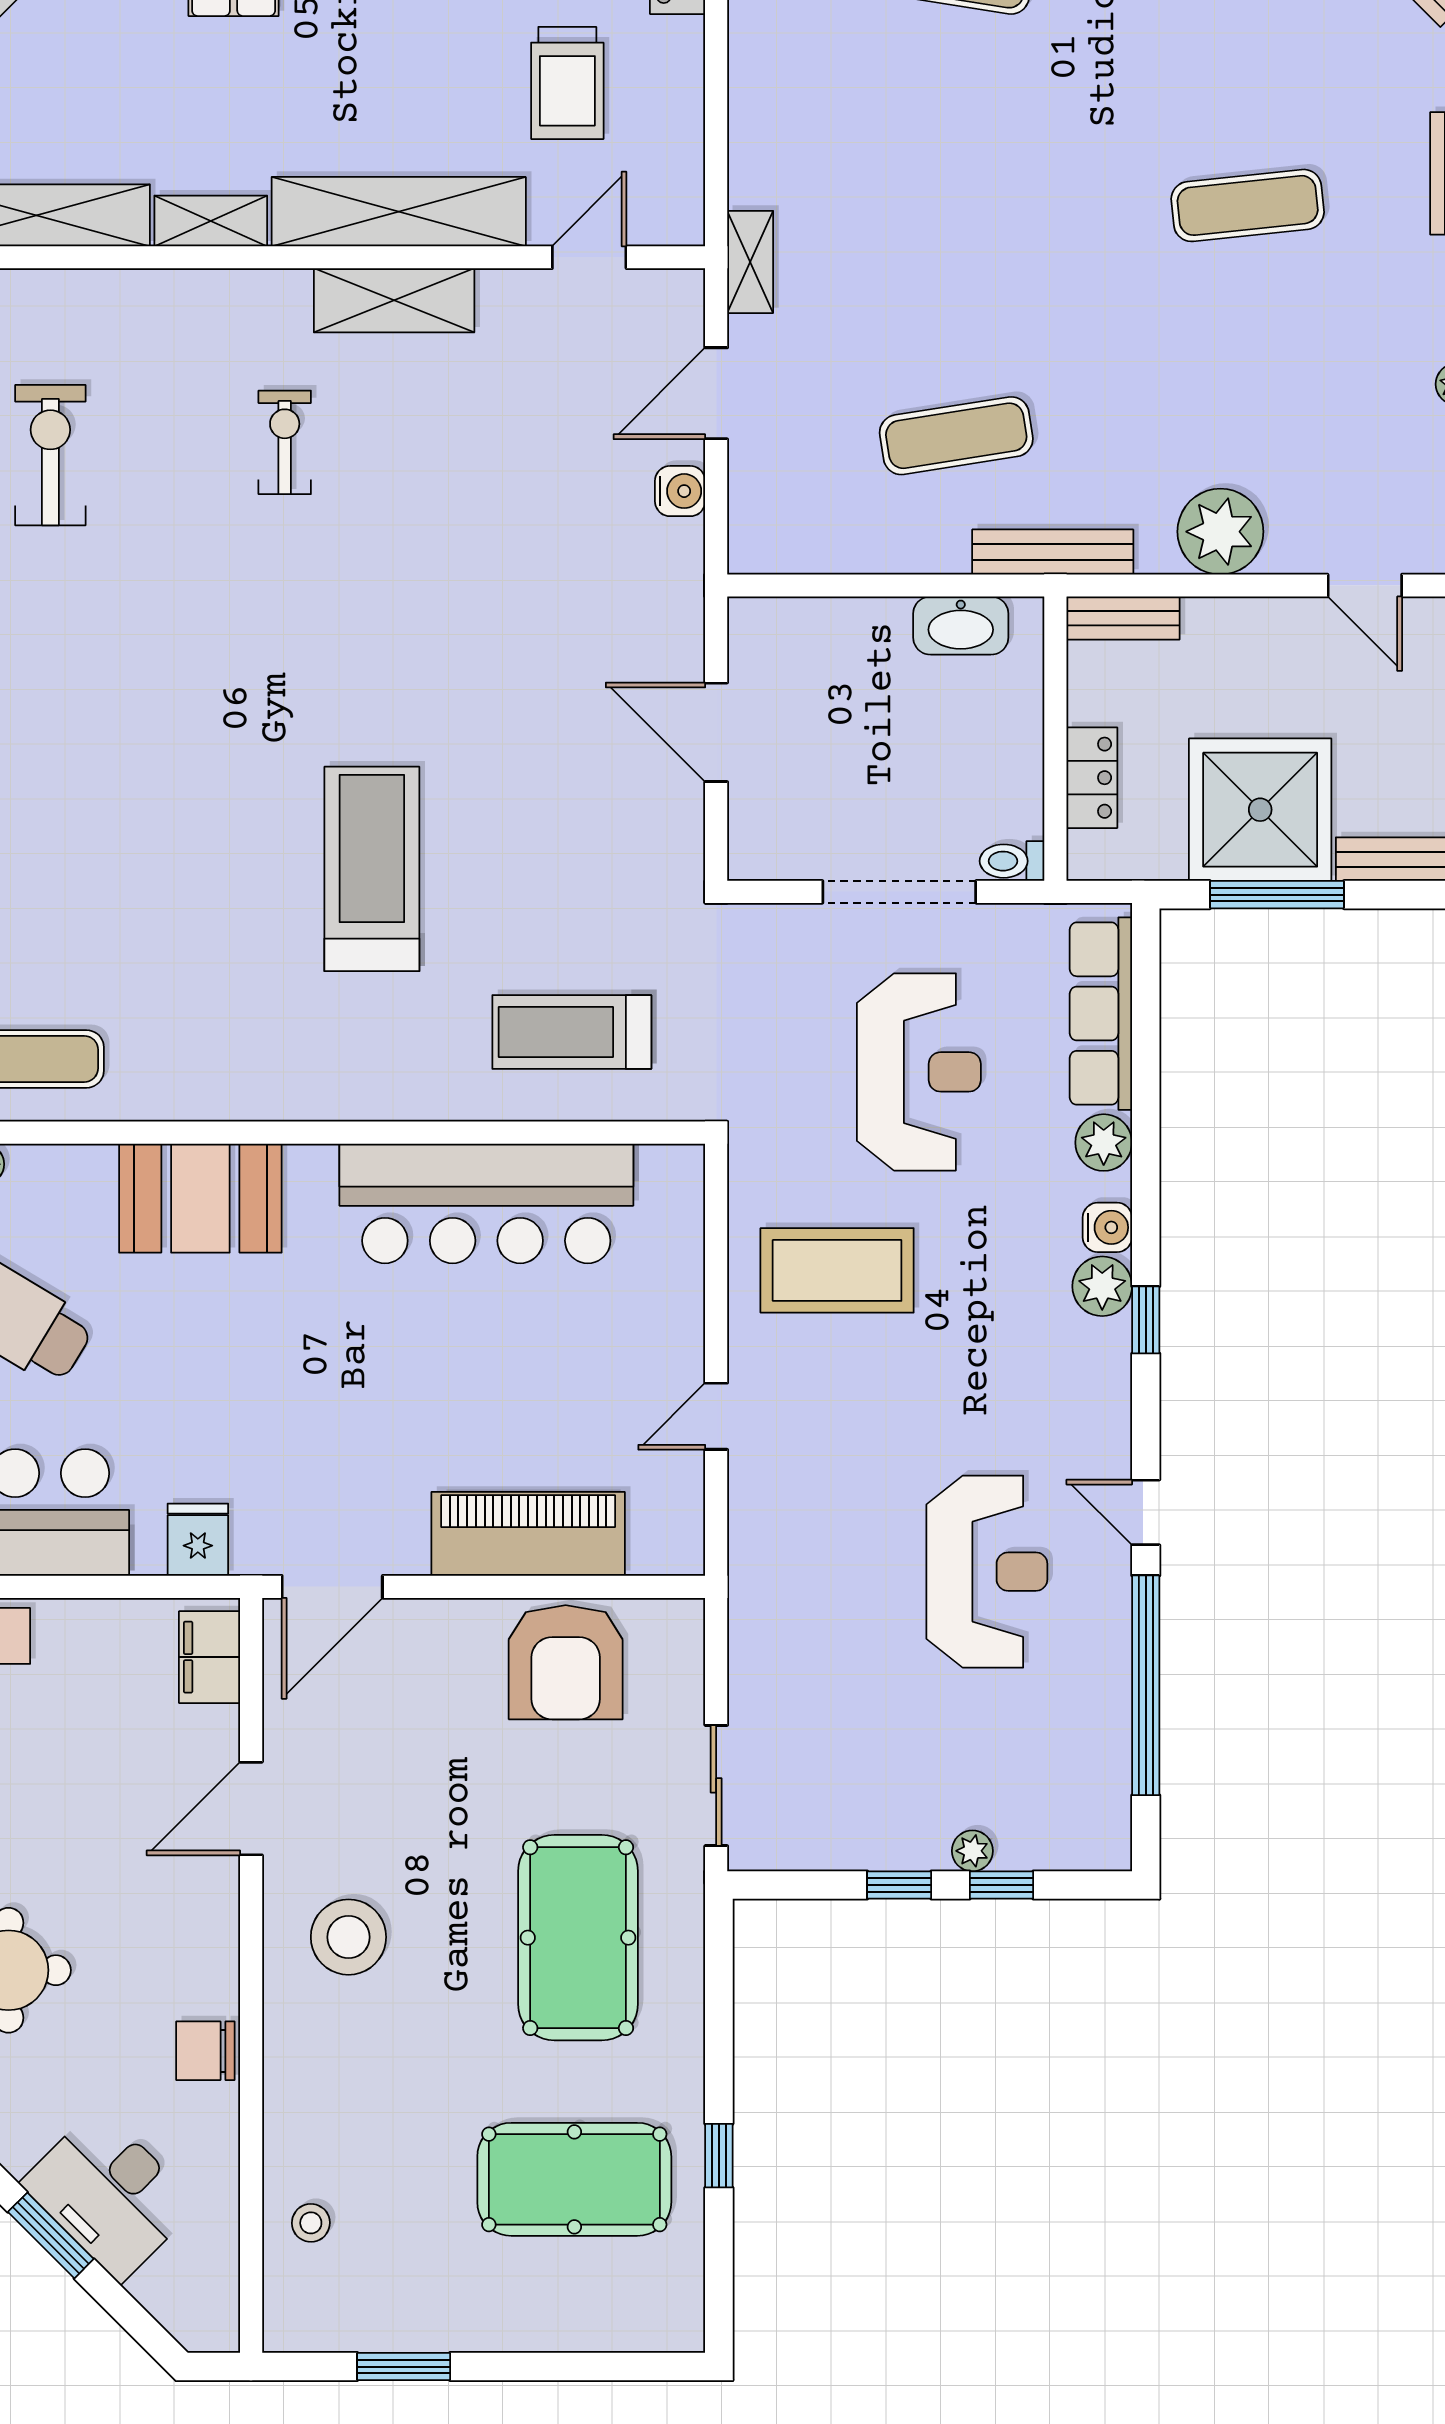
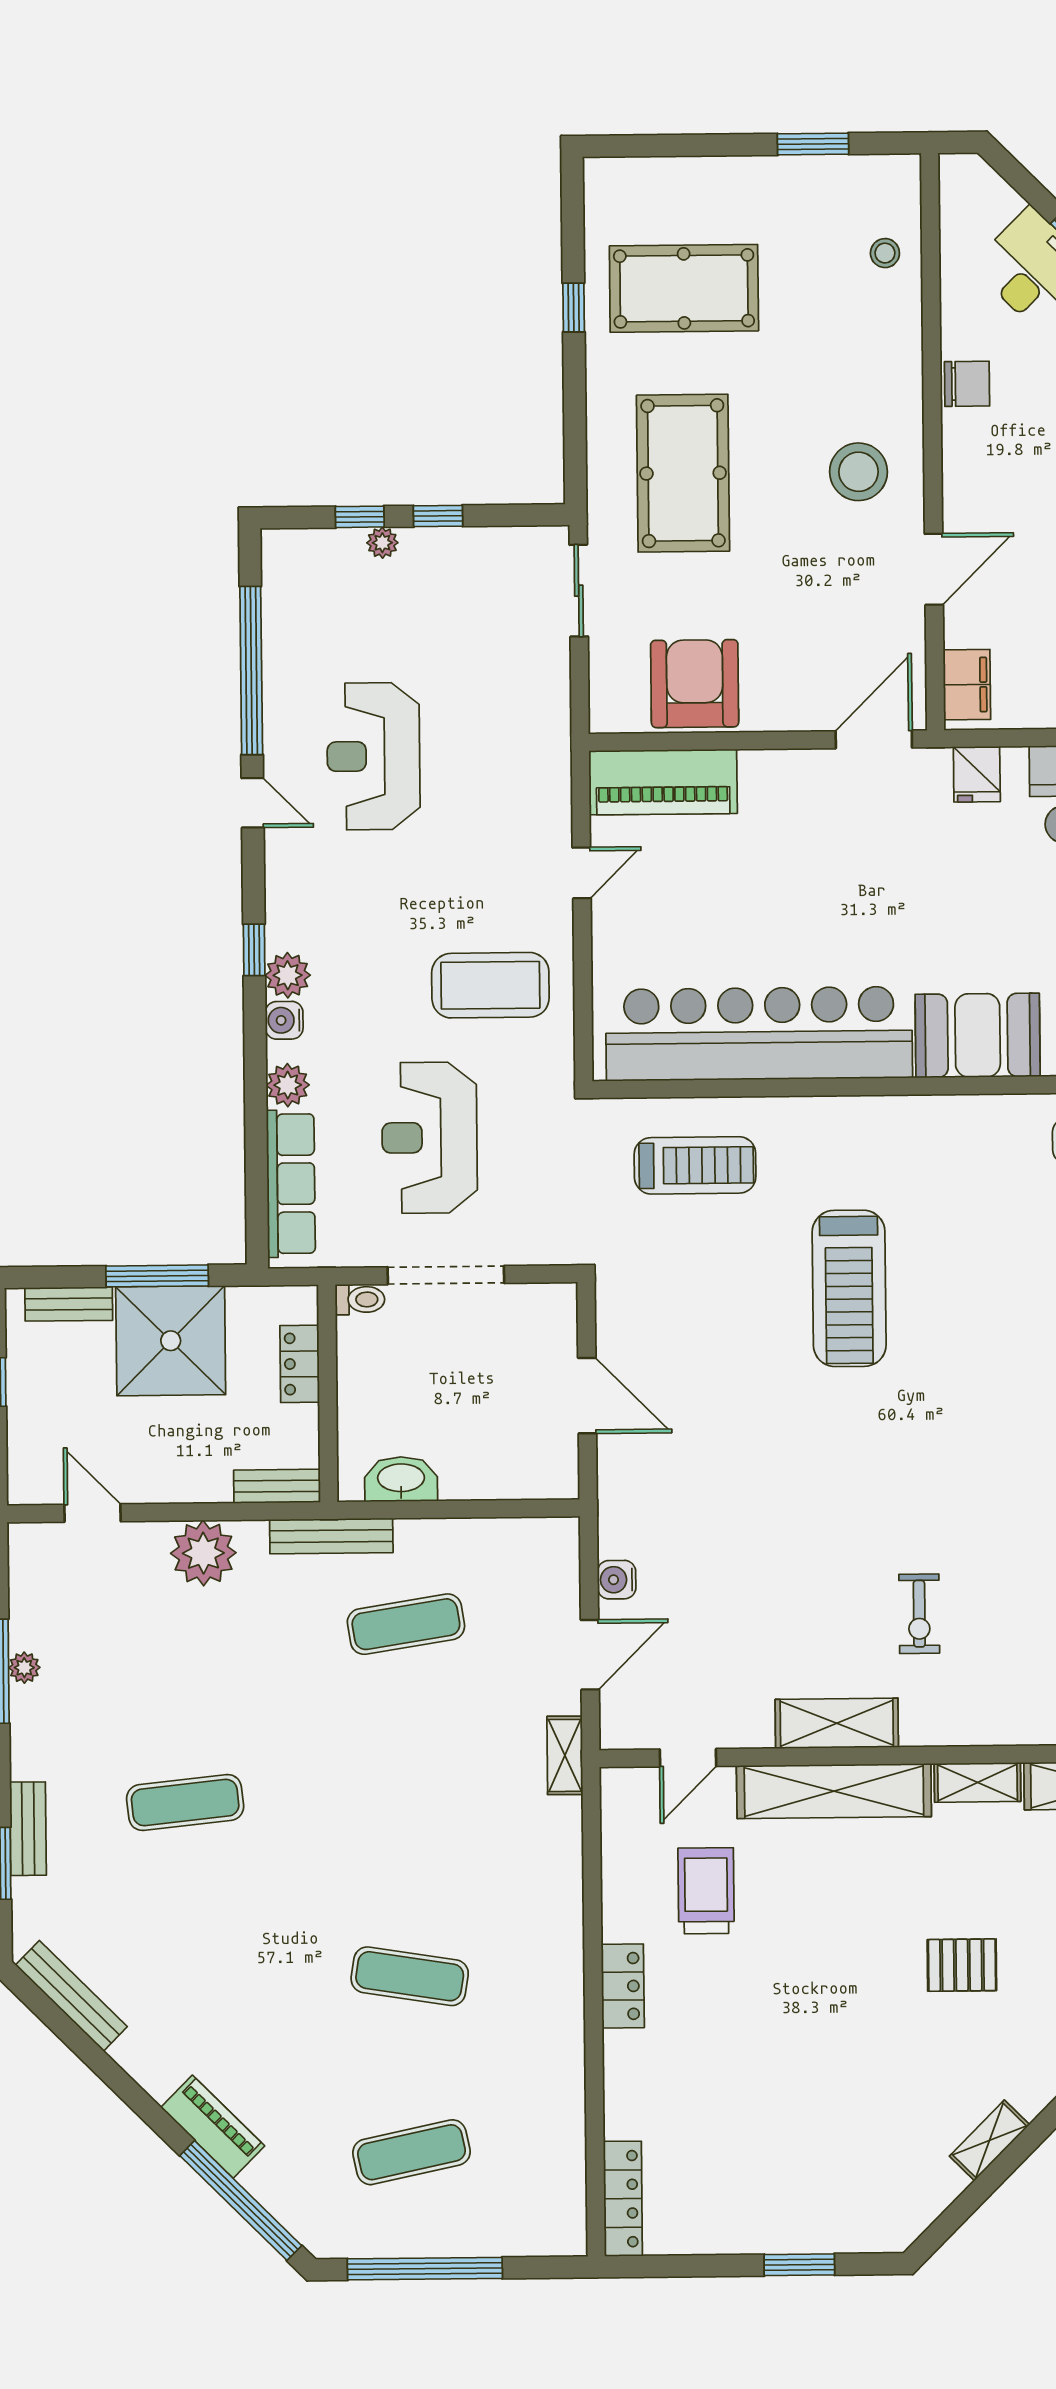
bar counter: (486, 1203) -> (759, 1034), width x1.36
piano: (528, 1534) -> (663, 782), moved

